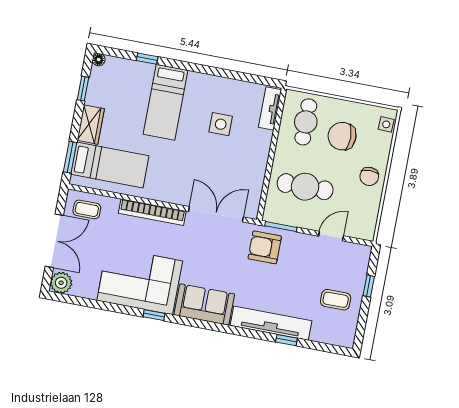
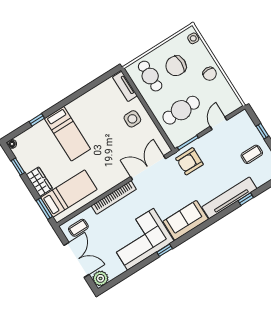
side table: (221, 124) -> (132, 119), moved

